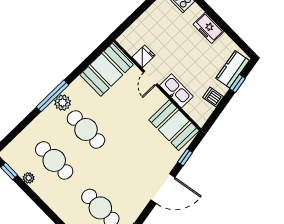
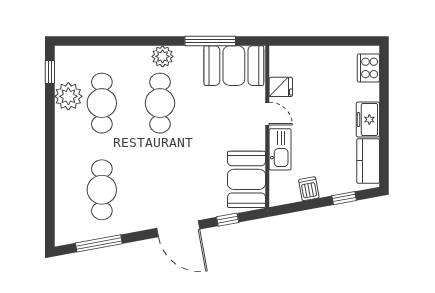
kitchen counter: (233, 69) -> (368, 161), moved, turned -80
door: (150, 78) -> (267, 114), swing flipped
window: (53, 96) -> (210, 41), moved
plant: (29, 178) -> (68, 96), width x1.88, depth x1.88

